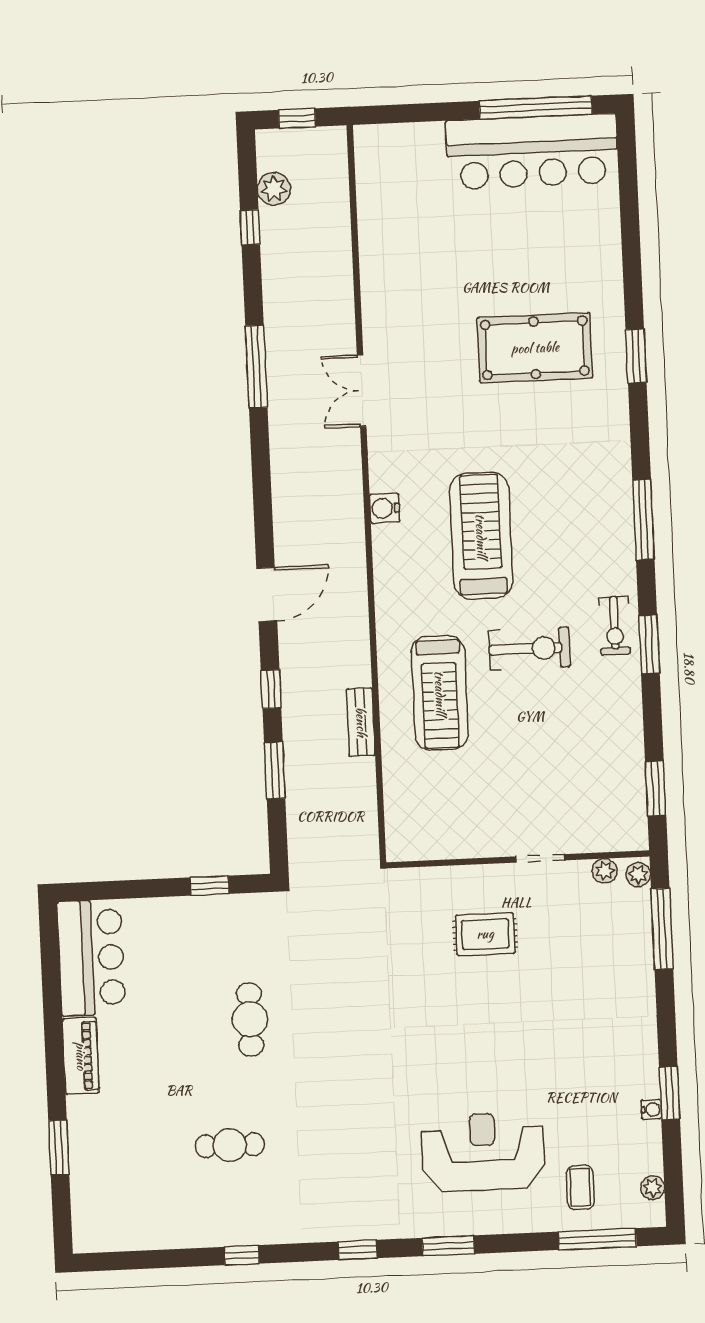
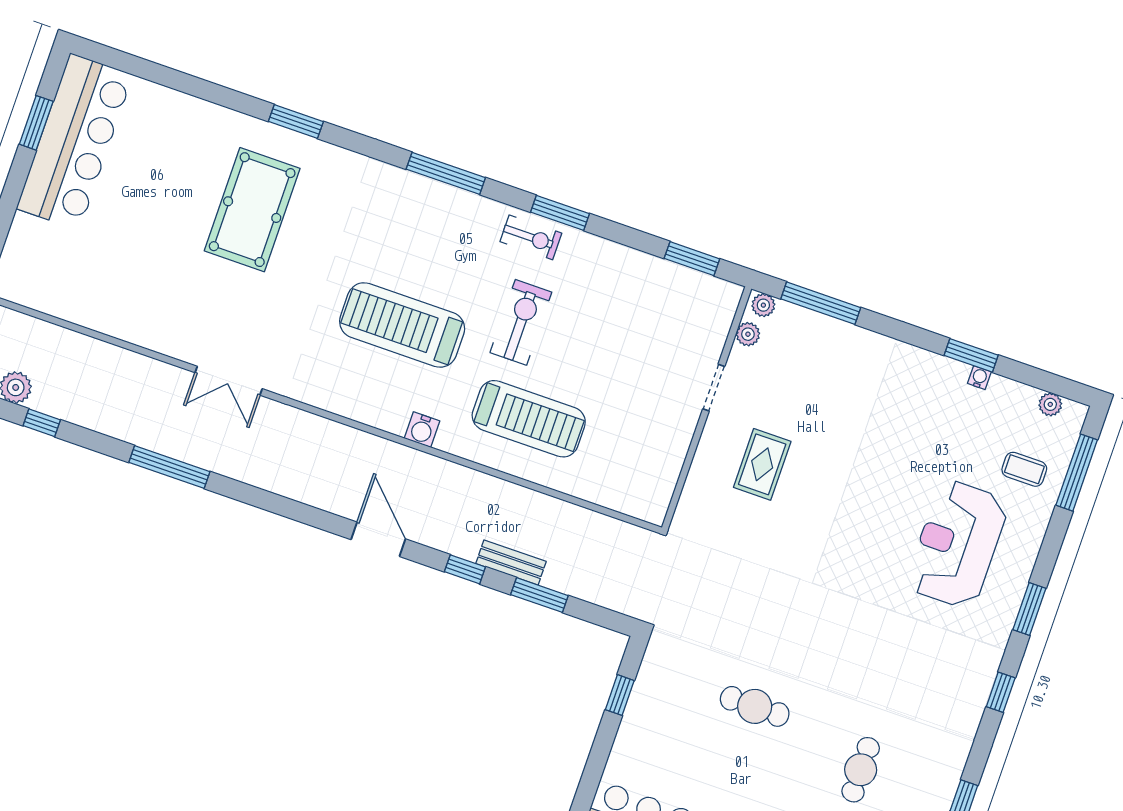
window: (536, 107) -> (36, 123), width x0.47
water cooler: (385, 508) -> (422, 430), moved
bench: (361, 722) -> (511, 562), moved

